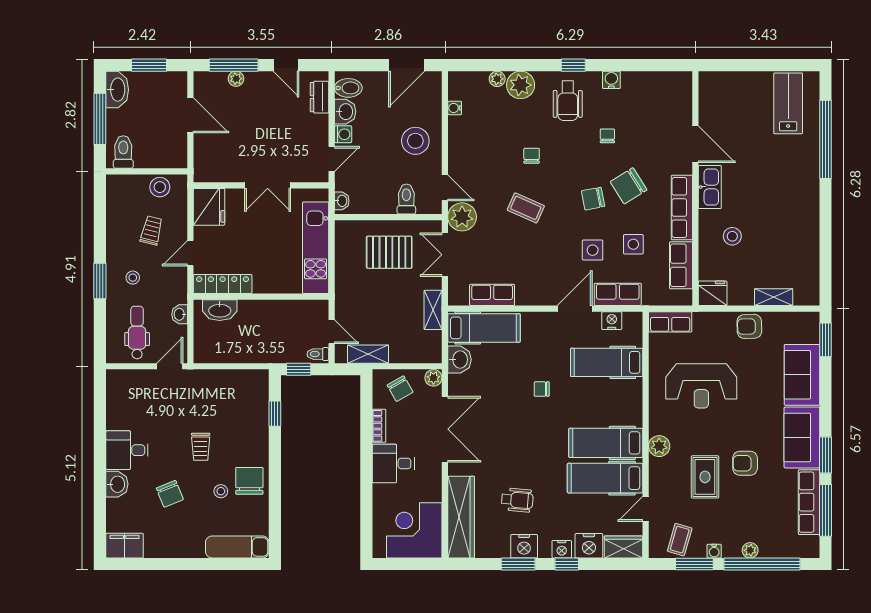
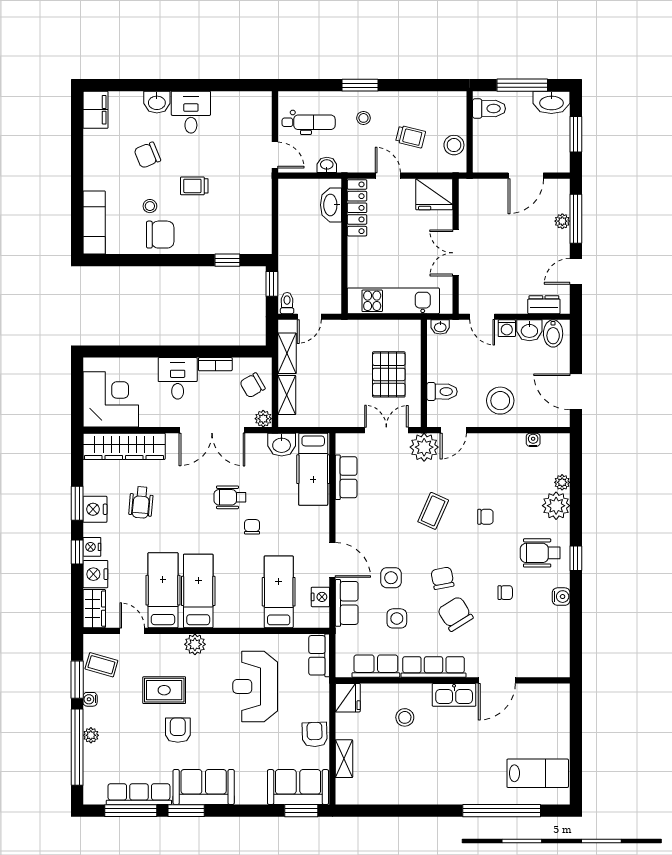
shelving: (433, 310) -> (287, 395), moved, turned 90
sofa: (802, 375) -> (298, 787), moved
wheelchair: (512, 411) -> (230, 497), added

